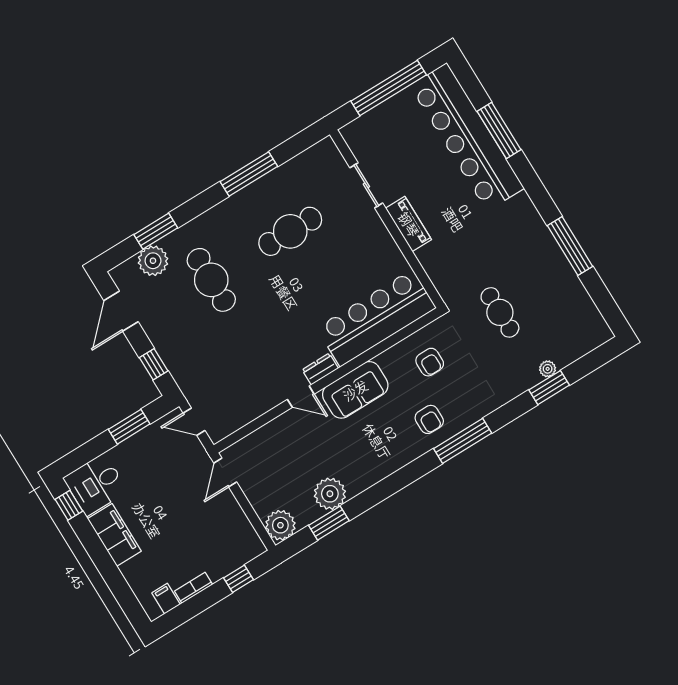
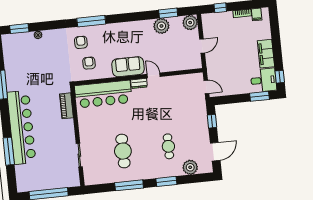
bar counter: (467, 137) -> (21, 127), moved
piano: (409, 224) -> (66, 106), moved
window: (156, 231) -> (166, 181), moved
cafe table: (290, 231) -> (123, 151), turned 90
cafe table: (211, 280) -> (168, 146), width x0.73, depth x0.74
cafe table: (500, 312) -> (47, 70), removed
window: (549, 388) -> (19, 29), moved
armchair: (429, 419) -> (81, 42), moved
window: (129, 427) -> (259, 96), moved
door: (225, 473) -> (202, 46), moved

